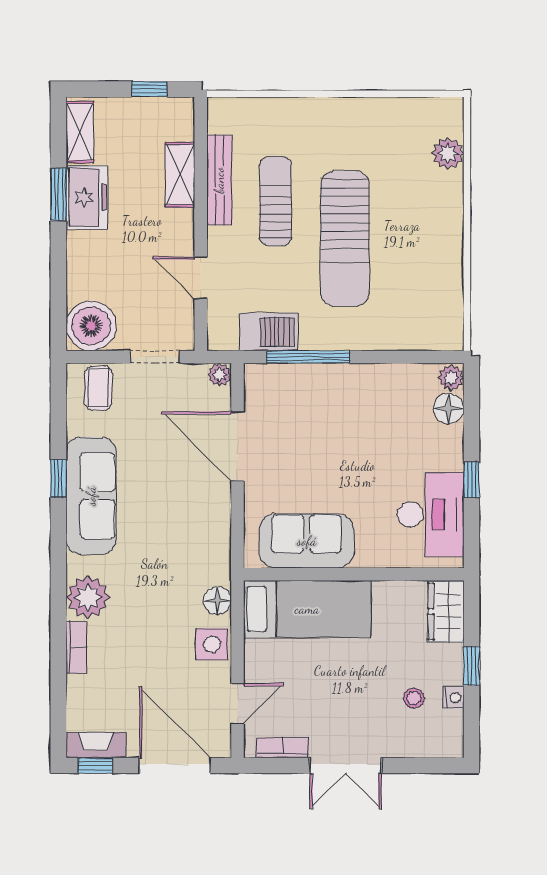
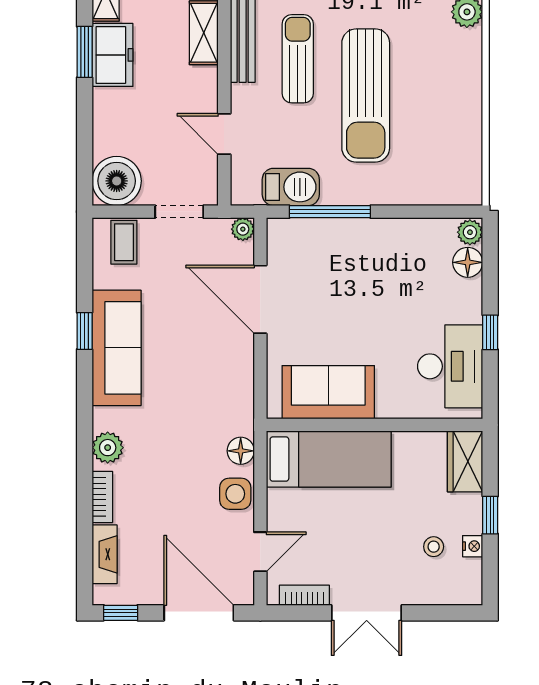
plant: (88, 597) -> (108, 448), width x0.73, depth x0.73
fireplace: (96, 745) -> (105, 554), moved, turned 90

